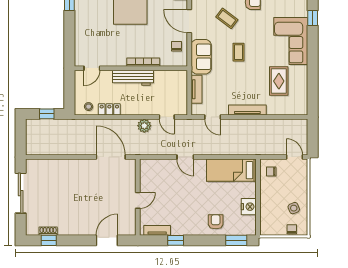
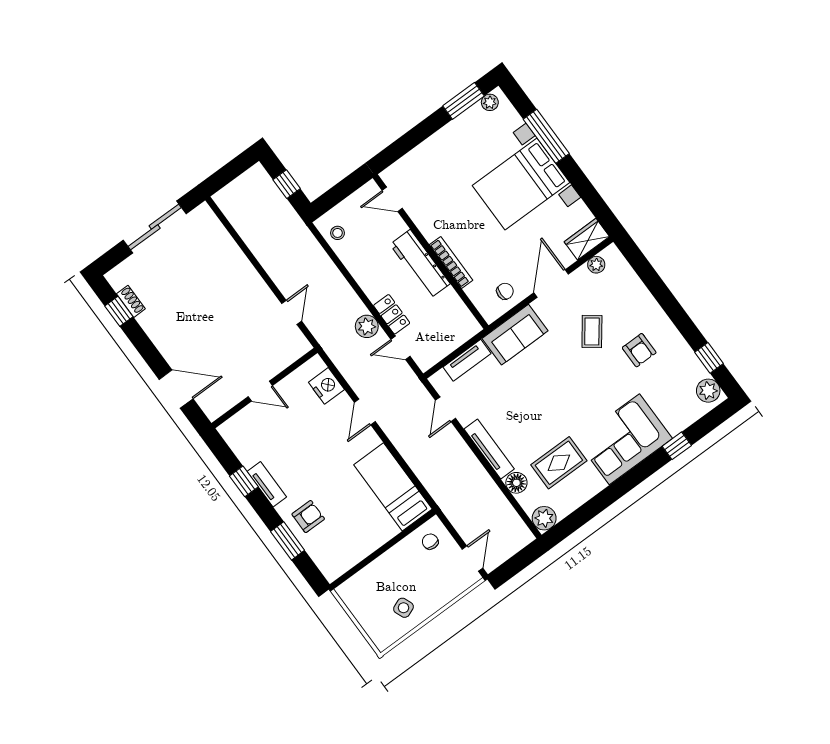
coffee table: (238, 52) -> (558, 380), removed
plant: (300, 108) -> (544, 518), added
locker: (109, 109) -> (392, 314), moved
floor lamp: (273, 109) -> (516, 483), added
door: (167, 117) -> (400, 348), hinge flipped
door: (111, 157) -> (292, 312), width x0.53
nightstand: (249, 207) -> (326, 386), moved, turned -90
chair: (292, 229) -> (373, 626), removed
tv unit: (157, 230) -> (267, 484), moved
window: (236, 240) -> (288, 541), moved

